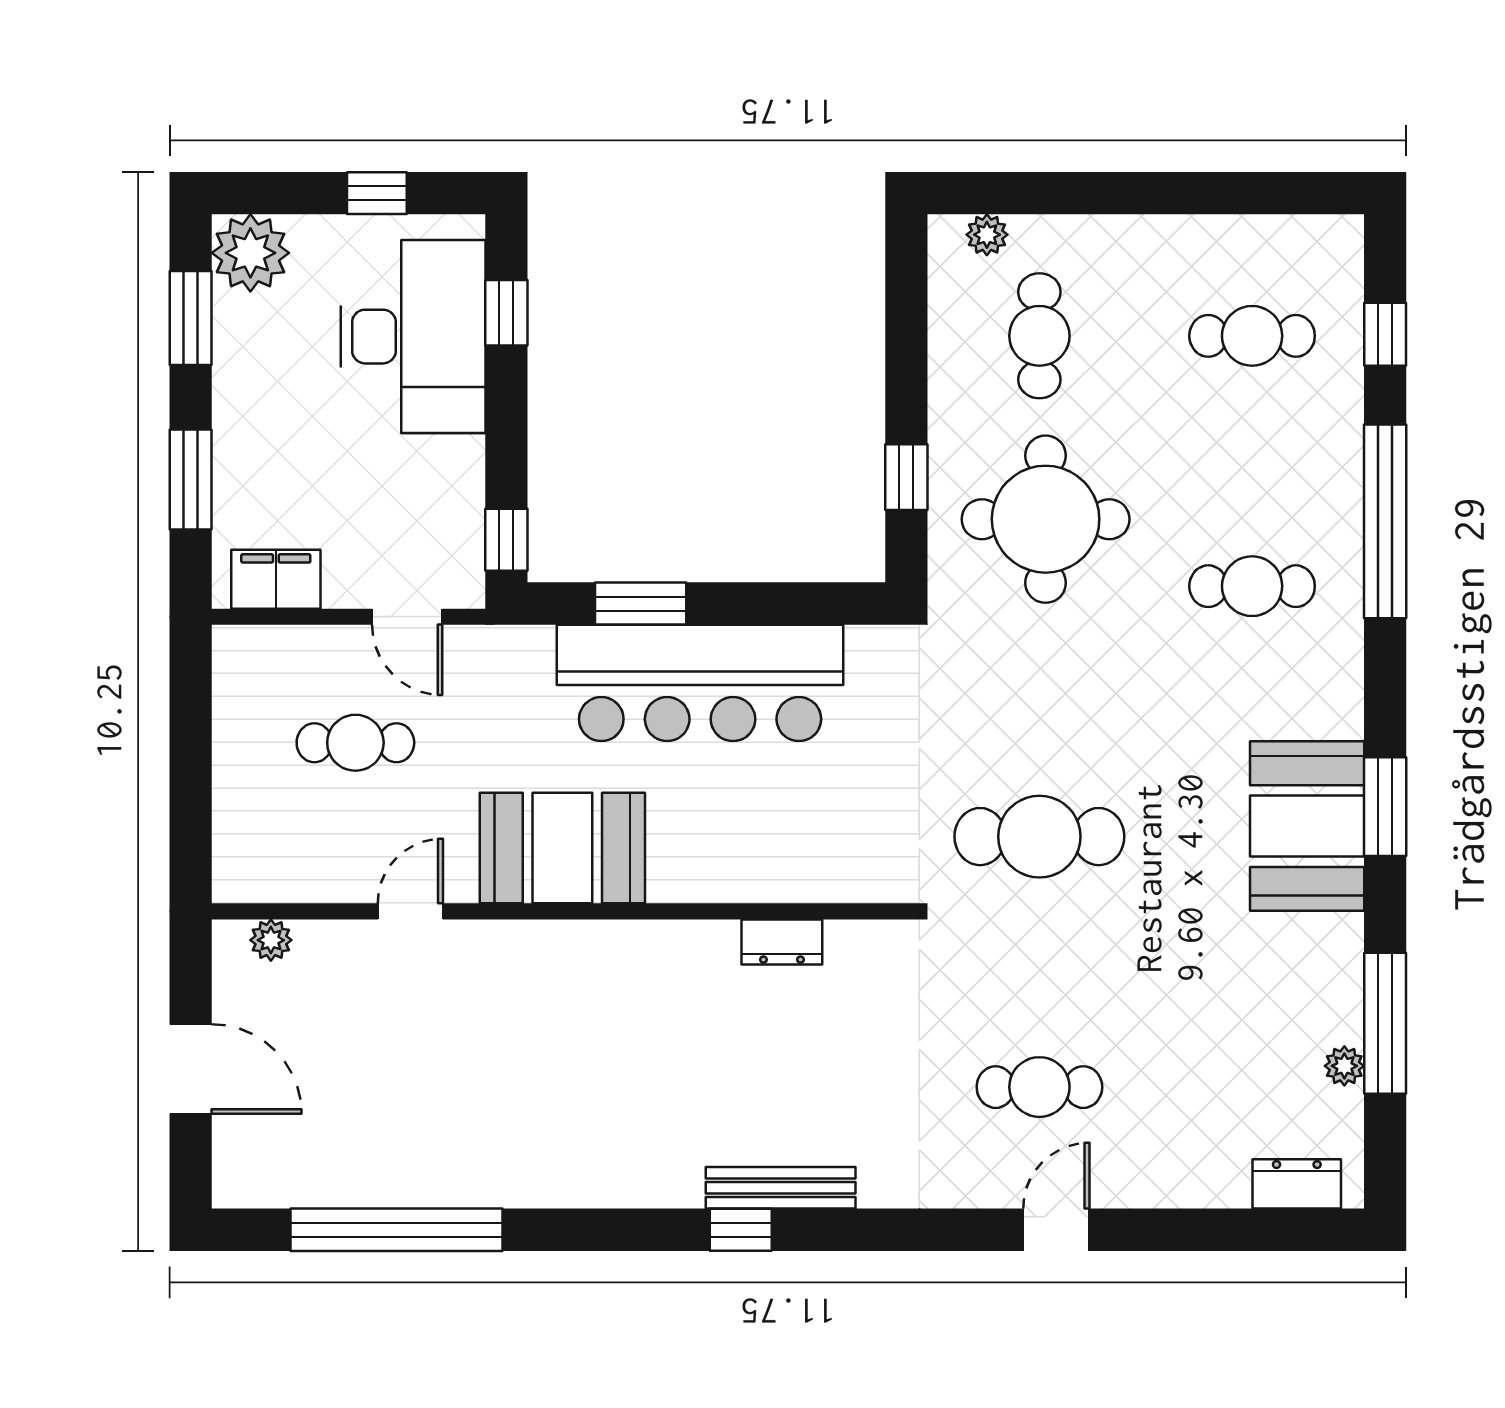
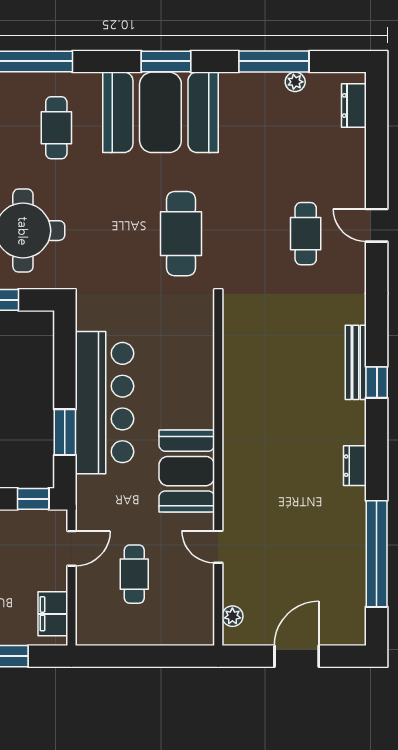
booth: (1307, 826) -> (160, 112), width x1.36, depth x1.42
dresser: (782, 942) -> (355, 466), moved, turned 180

